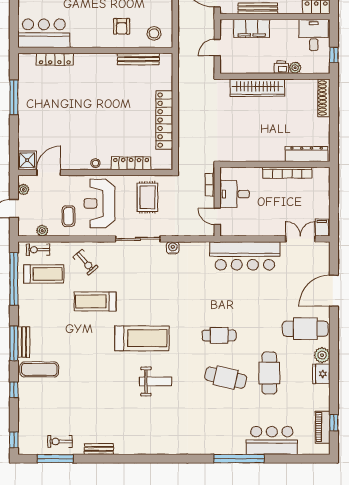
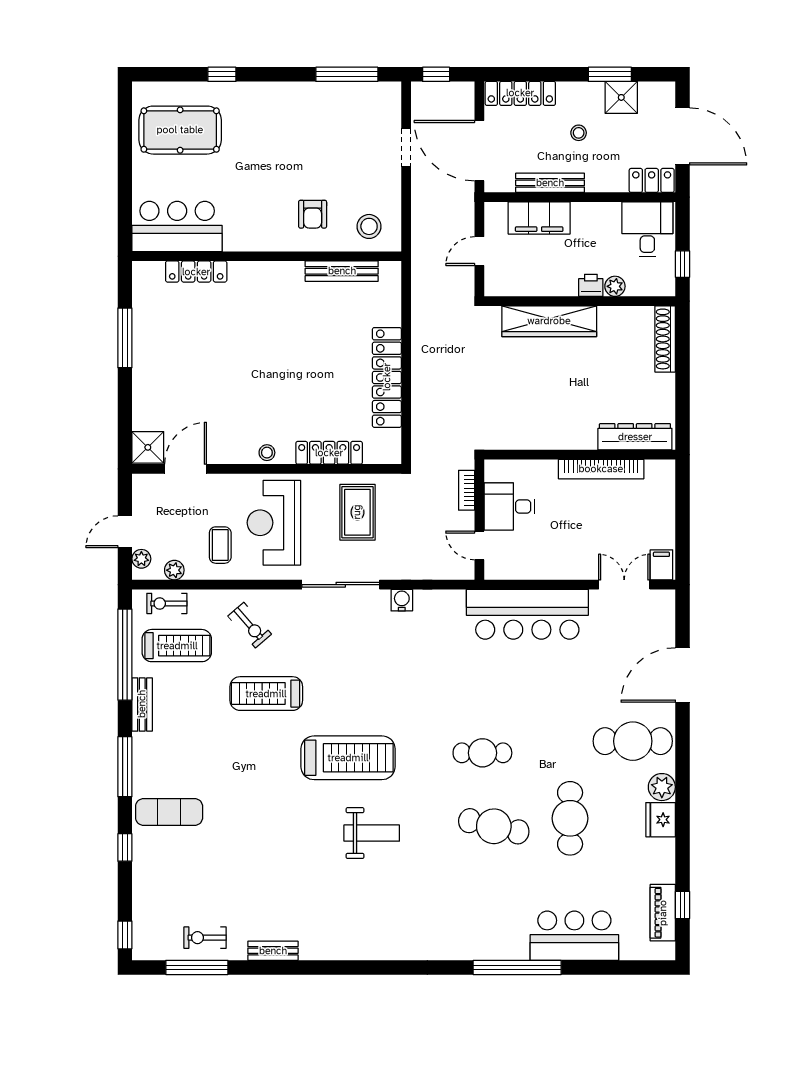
plant: (23, 189) -> (141, 559), moved
bench: (24, 342) -> (142, 704), moved

